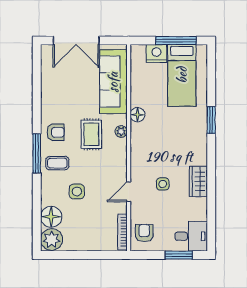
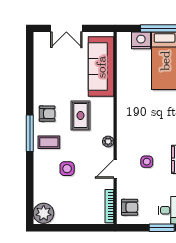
double door: (76, 40) -> (66, 28), width x0.73
floor lamp: (137, 115) -> (123, 97), removed
plant: (121, 131) -> (108, 142), moved
floor lamp: (51, 217) -> (43, 192), removed
armchair: (144, 233) -> (130, 207), turned 90

